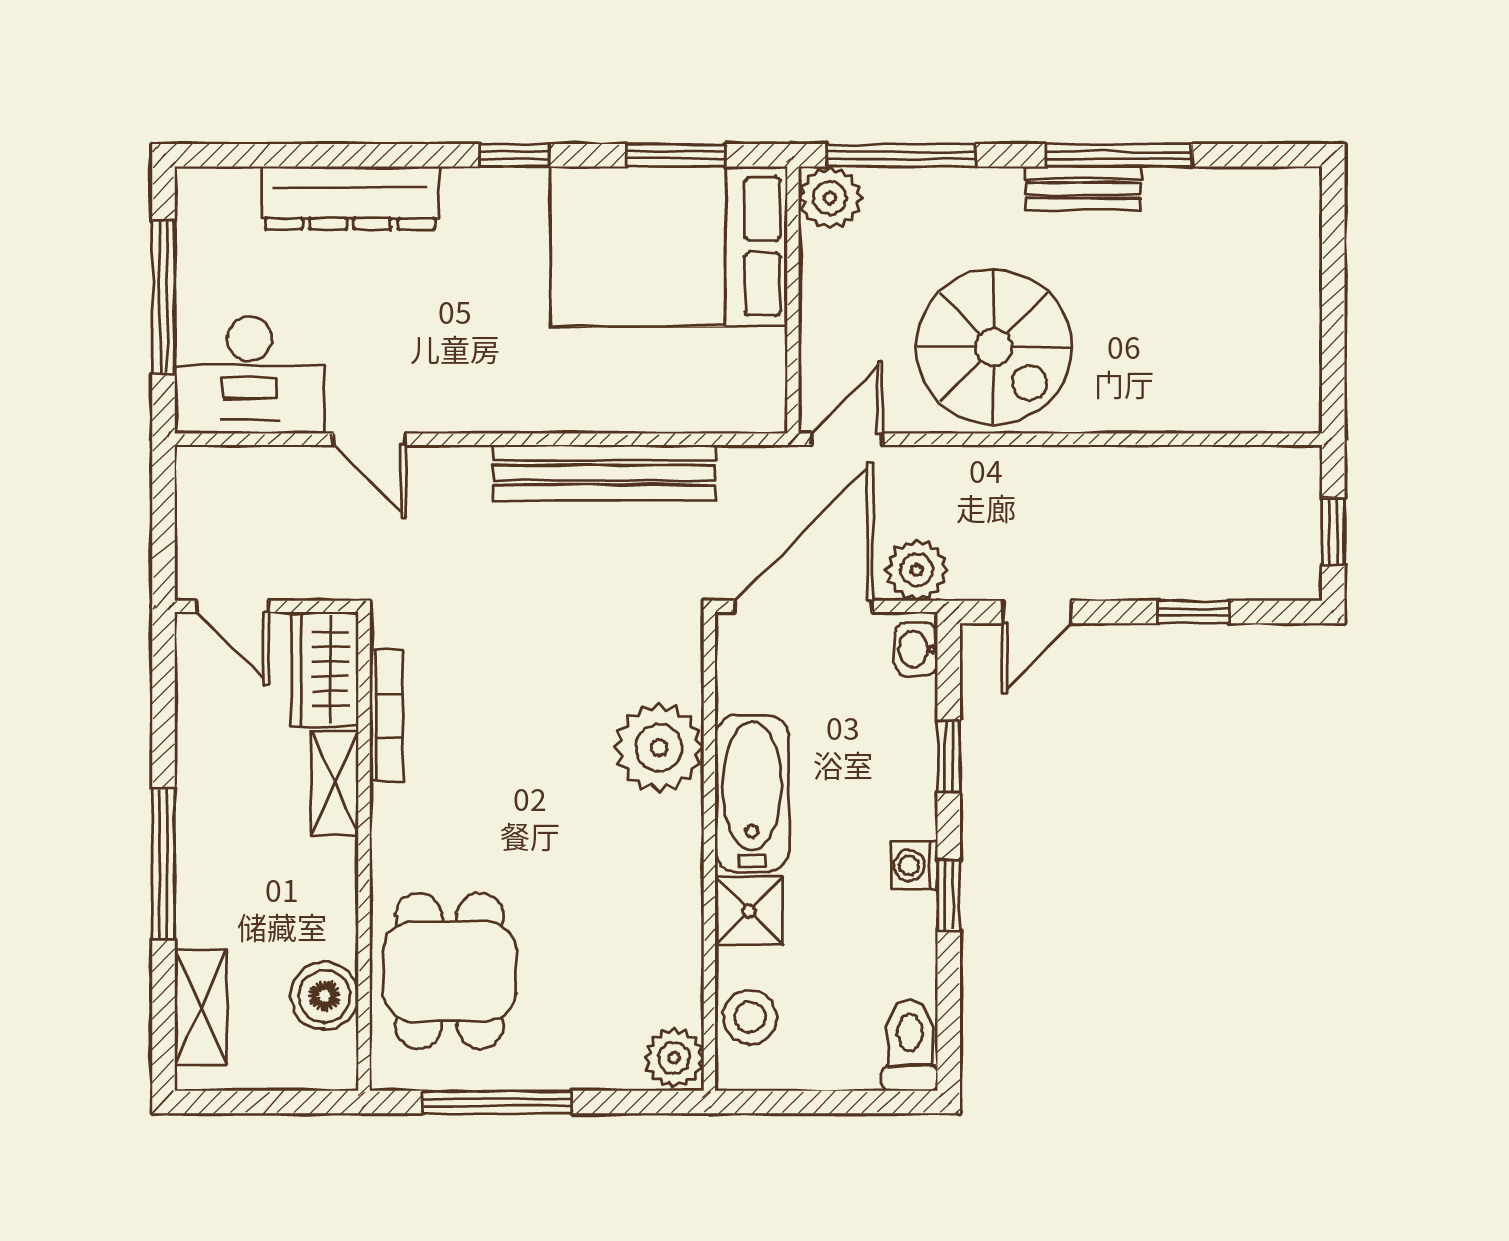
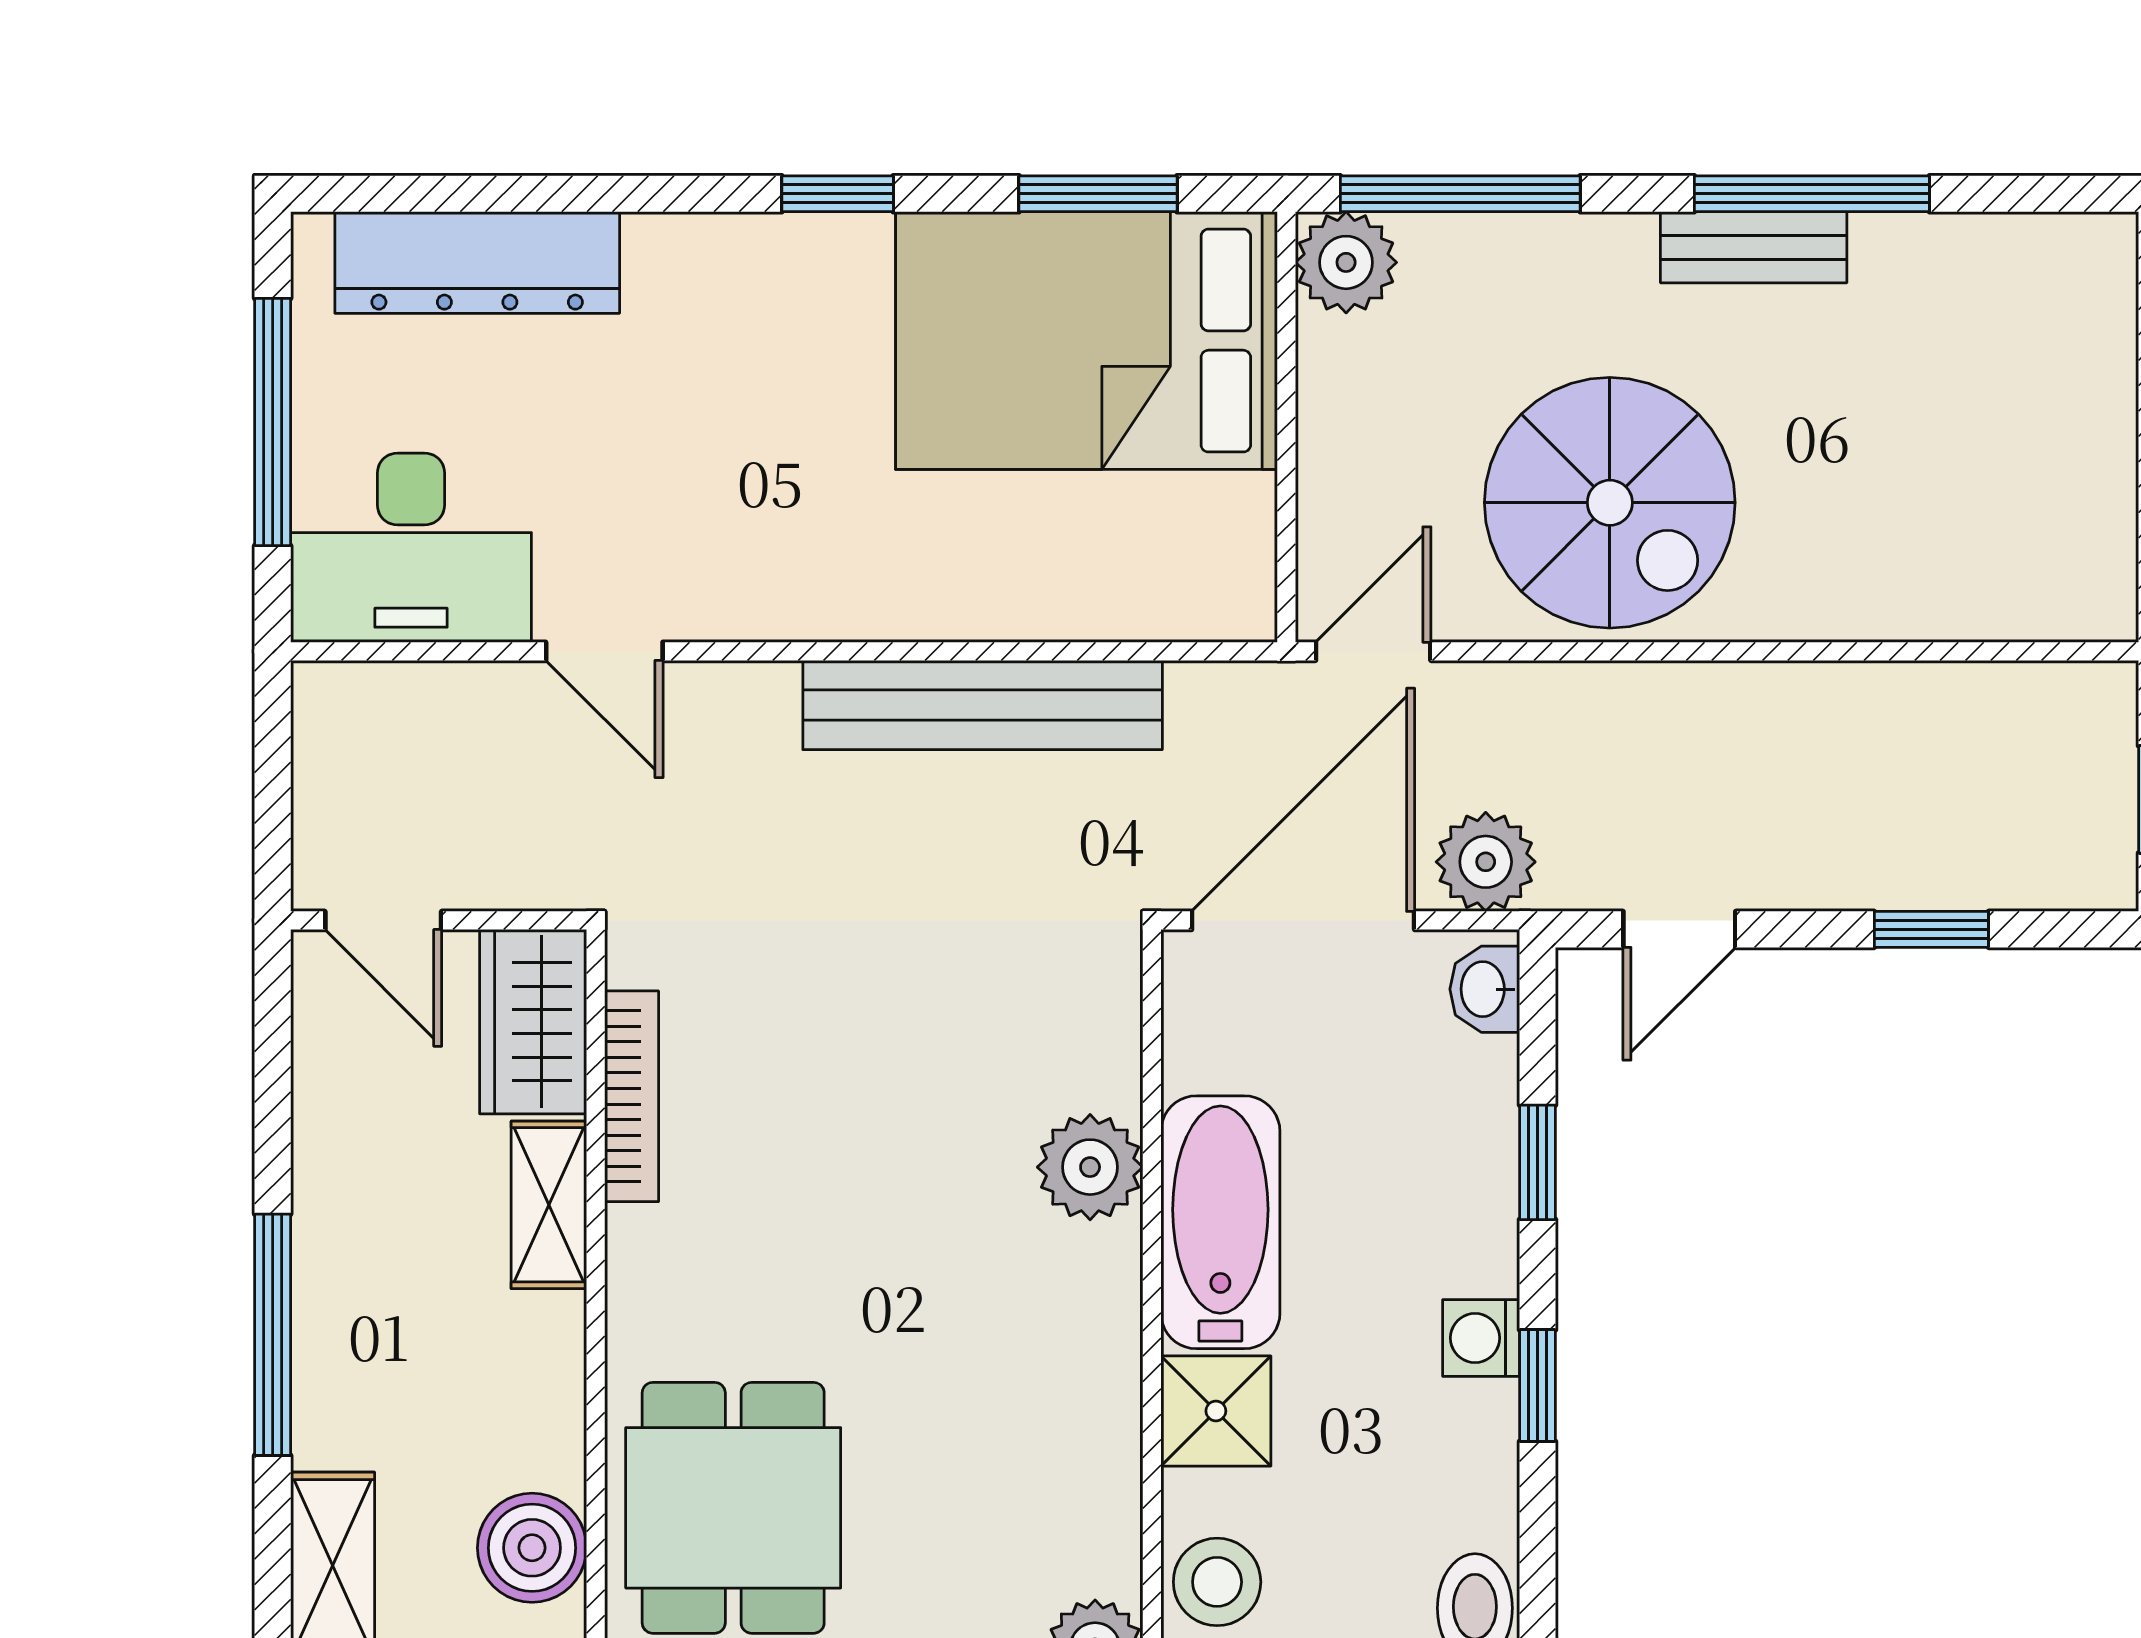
dresser: (350, 198) -> (477, 262), moved
plant: (659, 748) -> (1090, 1167), width x0.73, depth x0.73

